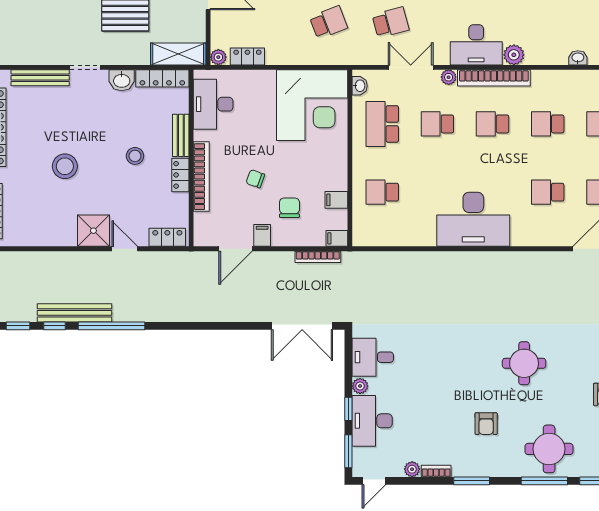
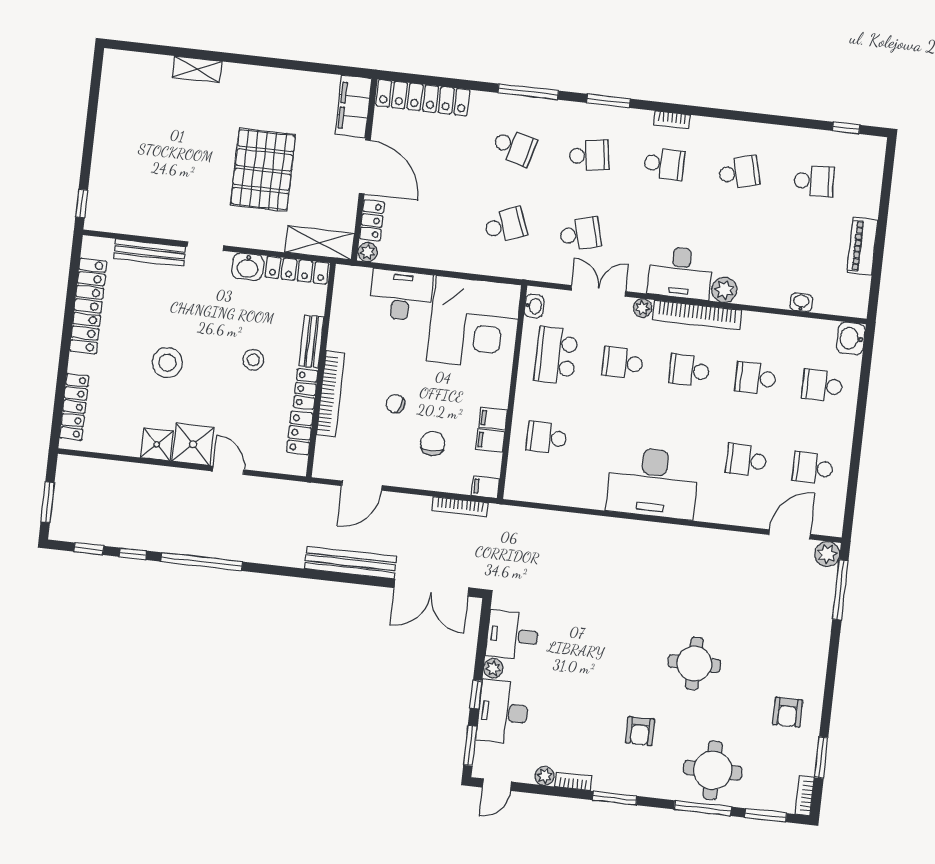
locker: (247, 57) -> (372, 220), moved, turned 90
desk: (213, 104) -> (401, 295), moved, turned 90
shower: (64, 234) -> (157, 444), added
filing cabinet: (262, 235) -> (493, 419), moved, turned -90
locker: (167, 237) -> (300, 433), moved, turned -90
bench: (75, 313) -> (351, 563), moved

